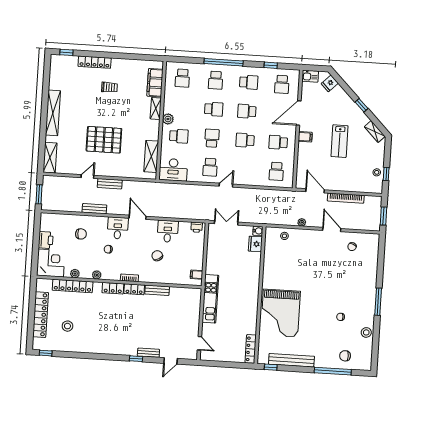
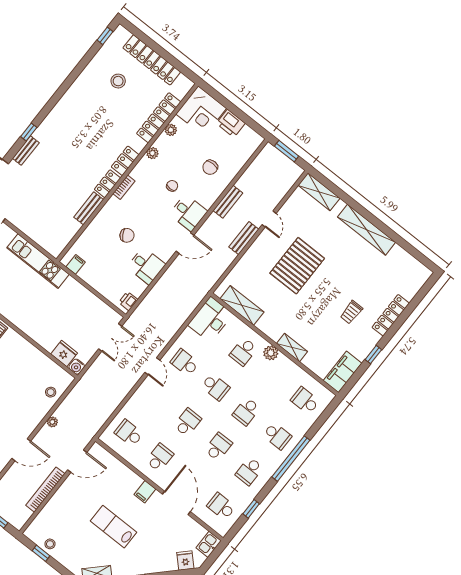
window: (66, 52) -> (373, 355), moved
school desk: (216, 80) -> (277, 436), turned 180
filing cabinet: (155, 83) -> (343, 372), moved, turned -90

